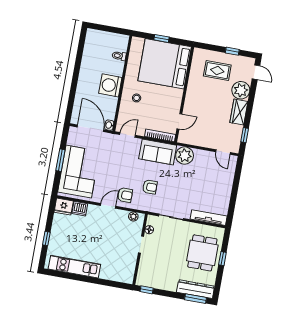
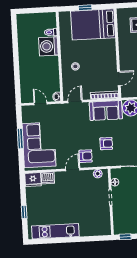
bed: (165, 64) -> (93, 24), width x0.73
washing machine: (110, 85) -> (48, 46), moved
door: (91, 128) -> (40, 103), width x0.53

